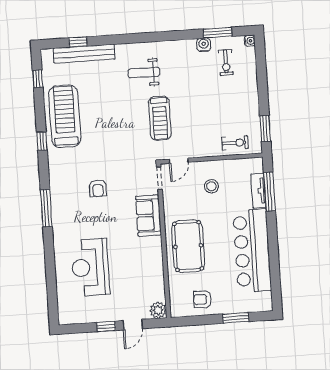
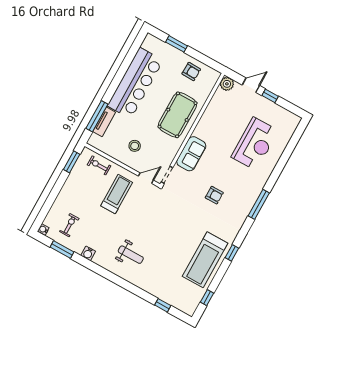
water cooler: (204, 45) -> (88, 253), moved
bench: (84, 54) -> (164, 294), removed
treadmill: (160, 118) -> (117, 194), moved
armchair: (98, 188) -> (214, 195), turned 90

